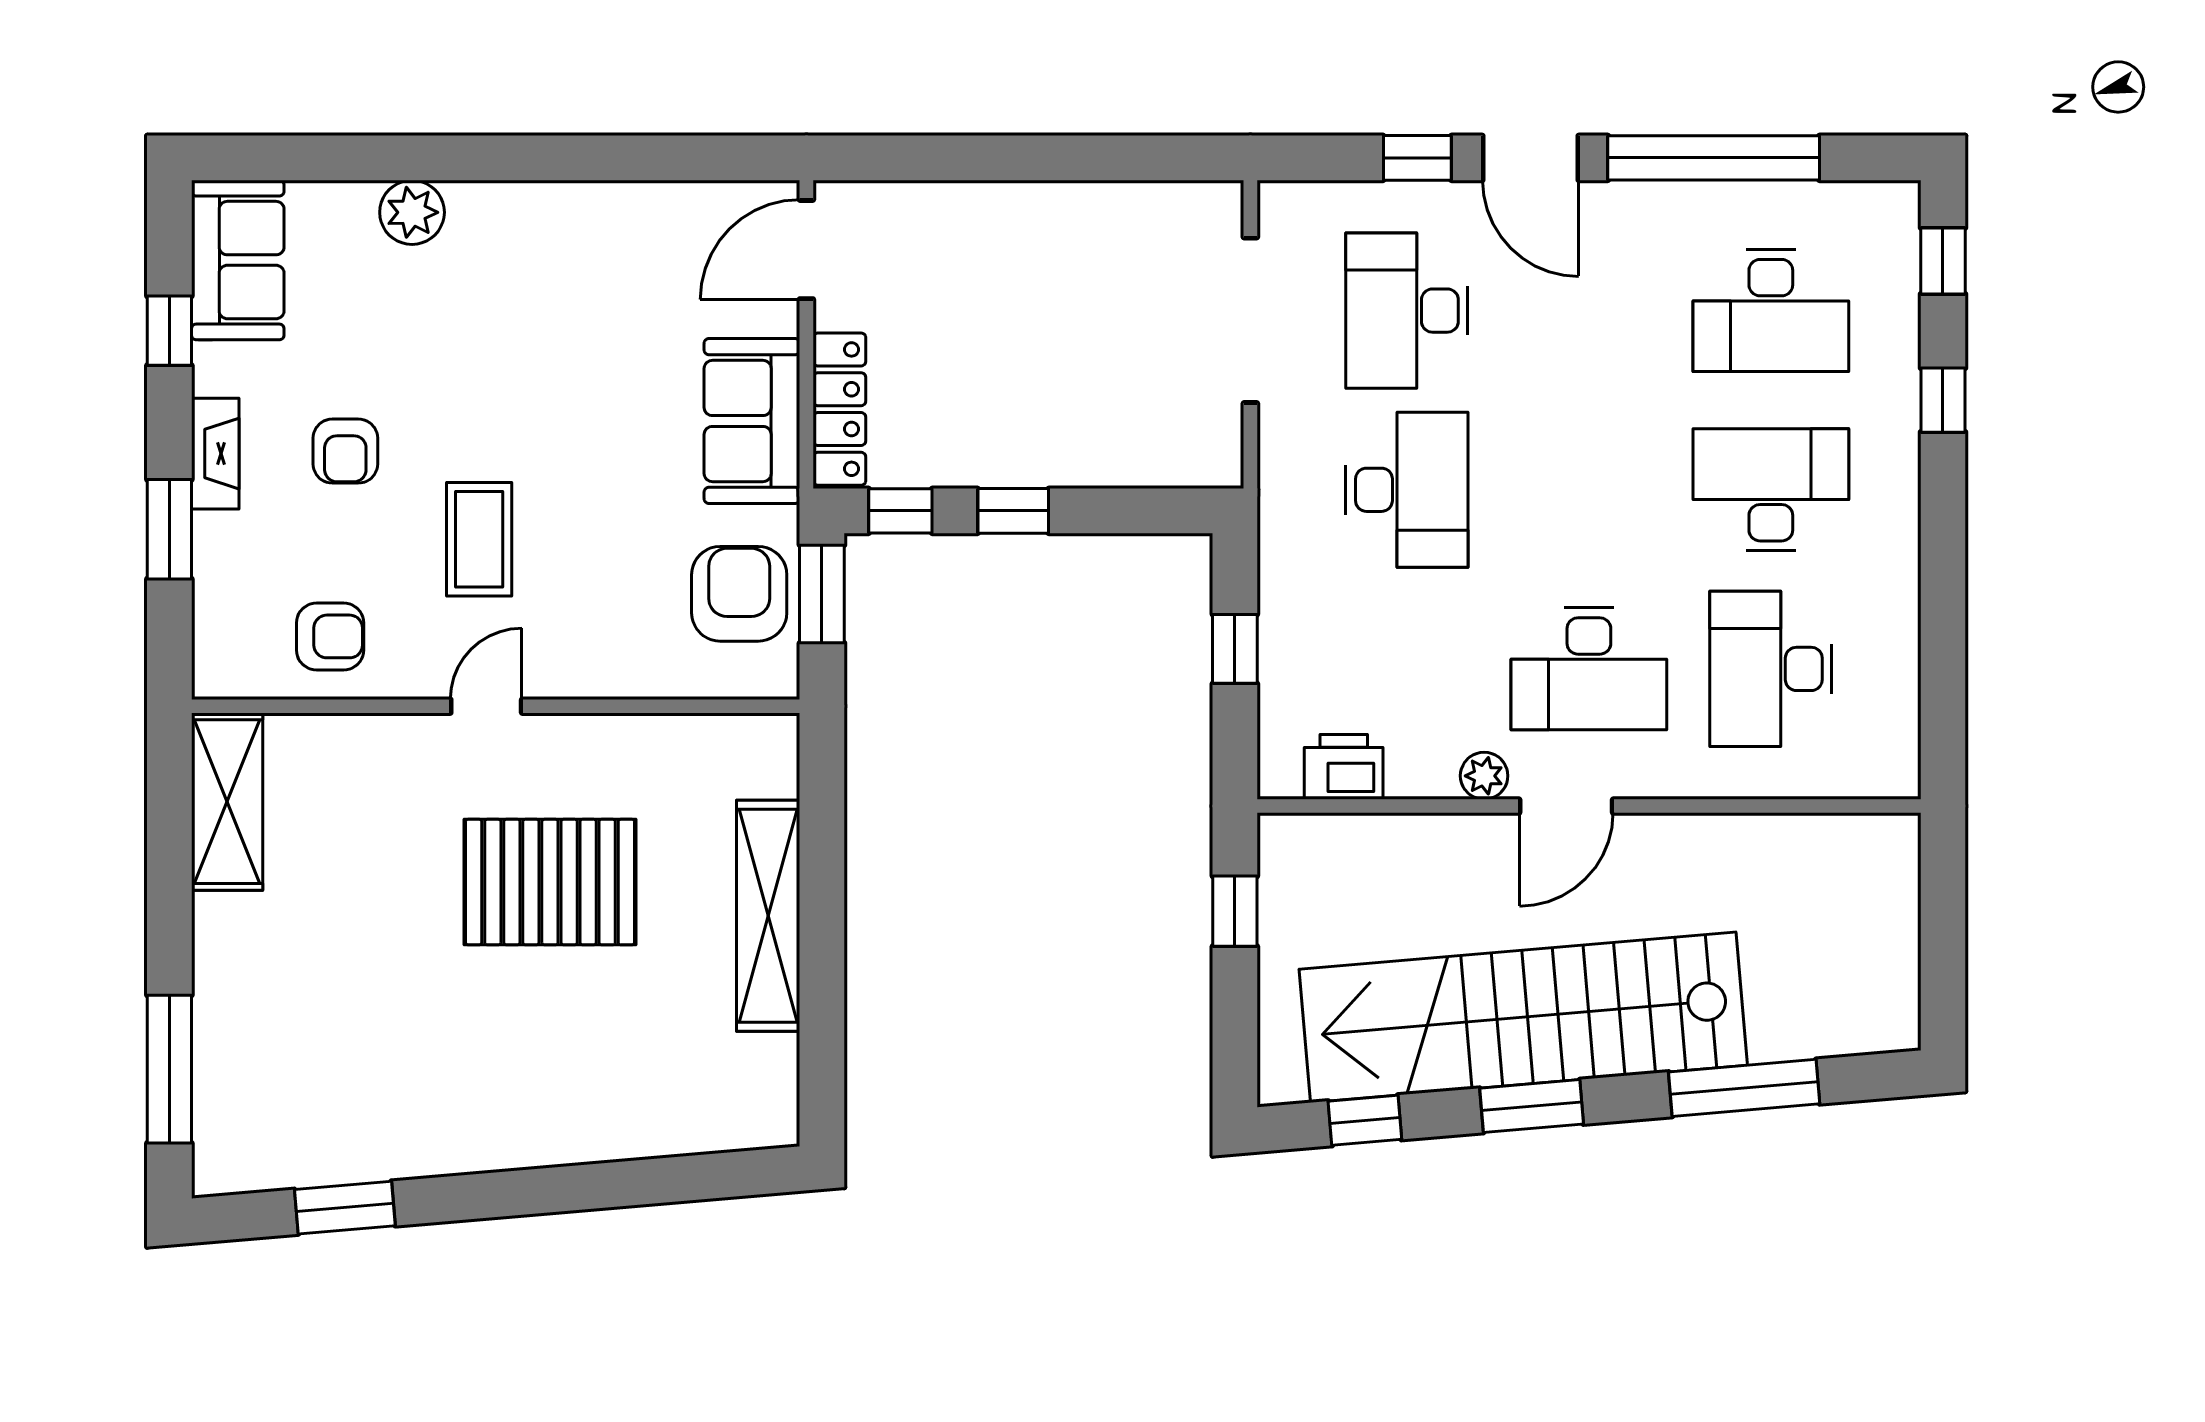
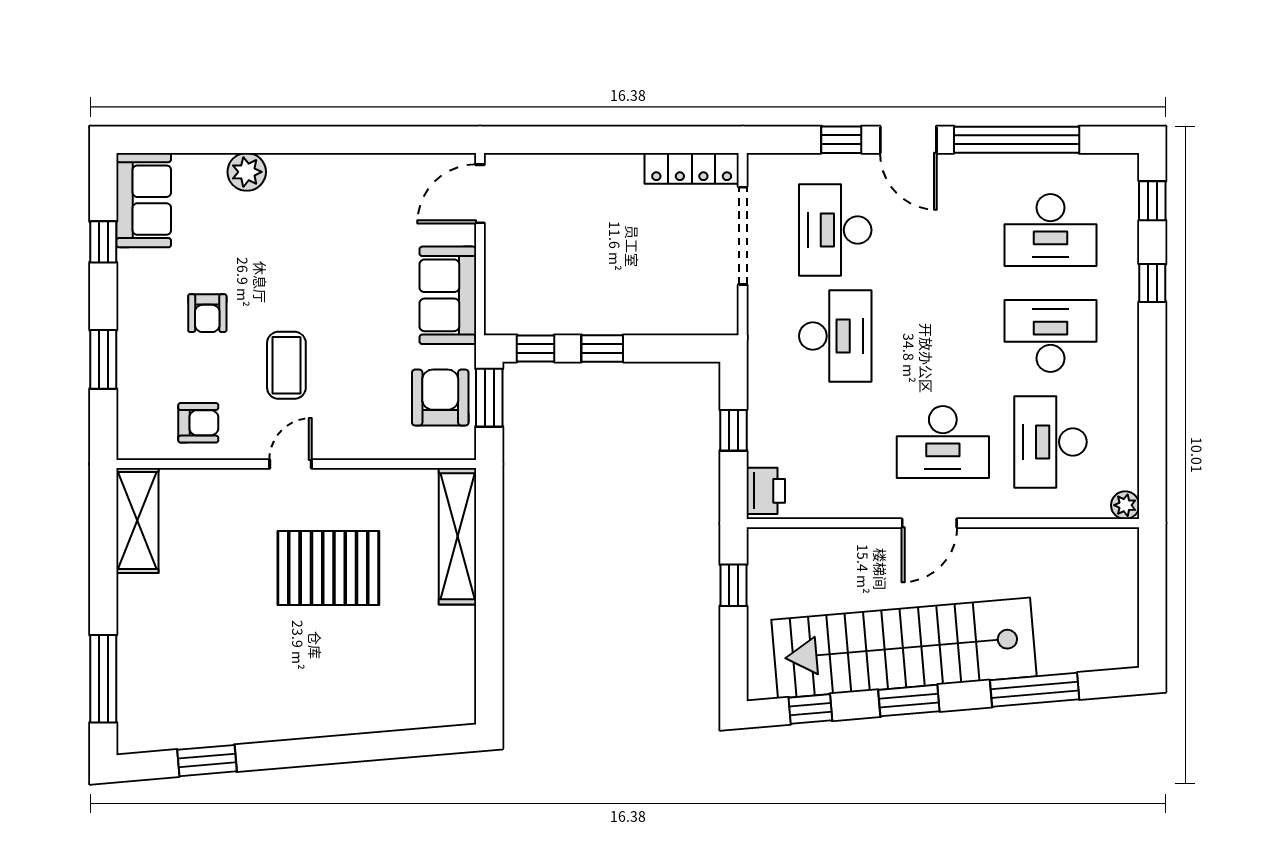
locker: (839, 409) -> (692, 168), moved, turned 90
fireplace: (215, 454) -> (130, 315), removed
printer: (1344, 767) -> (766, 491), moved, turned 90
plant: (1484, 776) -> (1125, 505), moved
shelving: (768, 916) -> (457, 536), moved

